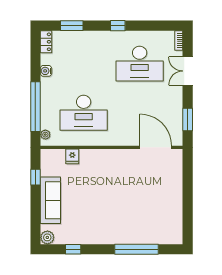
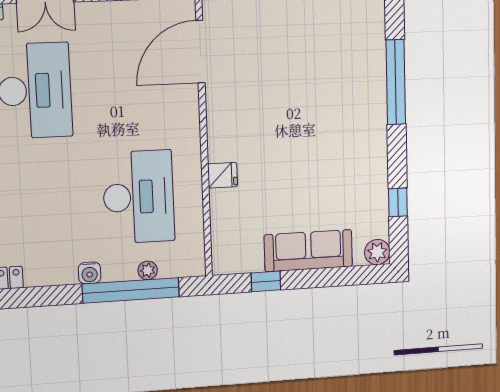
water cooler: (46, 71) -> (90, 273), moved
plant: (45, 135) -> (148, 270), moved
fridge: (72, 156) -> (223, 175), moved

